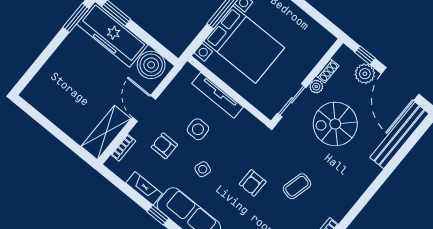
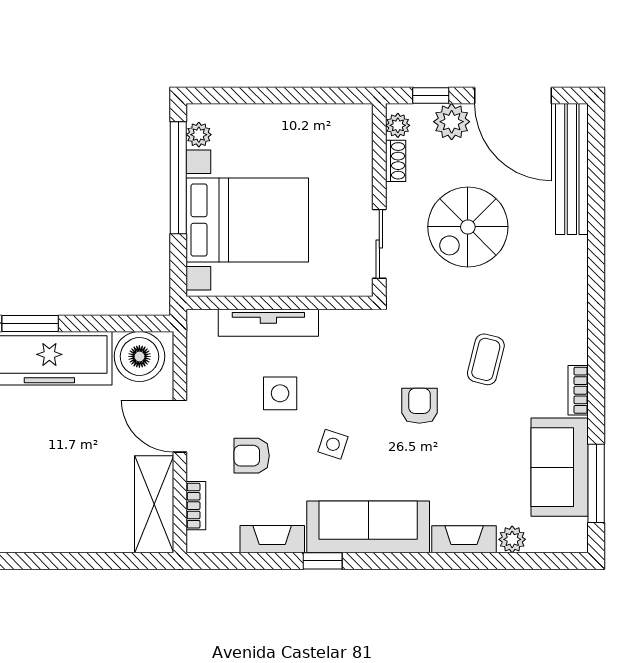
plant: (316, 87) -> (398, 125), moved
armchair: (253, 183) -> (419, 406), turned 180

